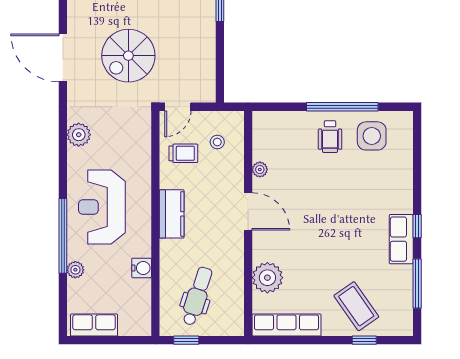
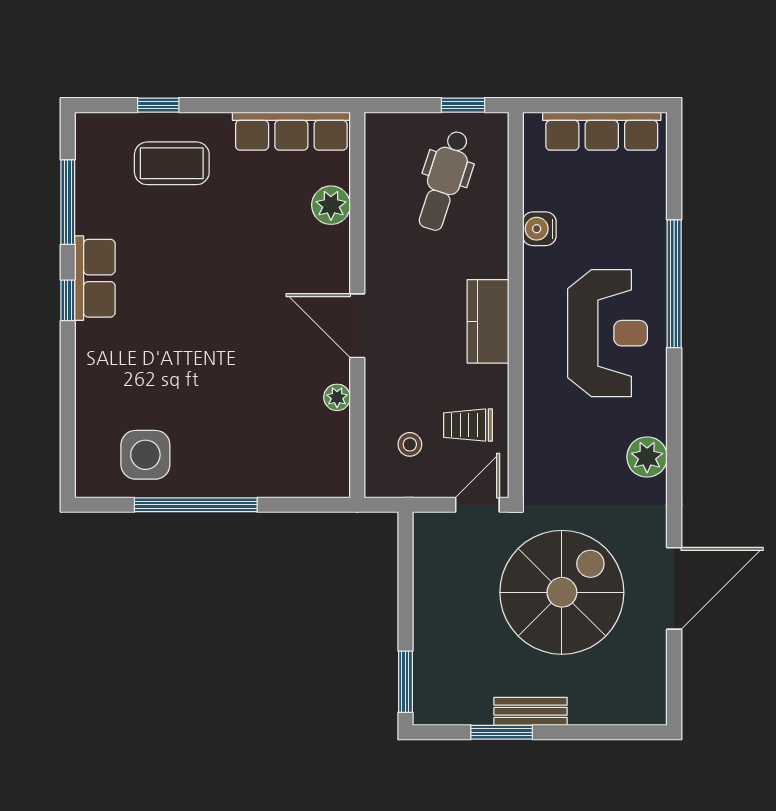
spiral stairs: (128, 56) -> (562, 592), width x1.37, depth x1.37
door: (63, 58) -> (674, 588), hinge flipped
wheelchair: (330, 137) -> (217, 454), removed
plant: (75, 270) -> (653, 226), removed
plant: (267, 278) -> (331, 205), width x0.73, depth x0.73
coffee table: (356, 306) -> (172, 163), turned -55
row of seats: (94, 325) -> (602, 131), width x1.48

